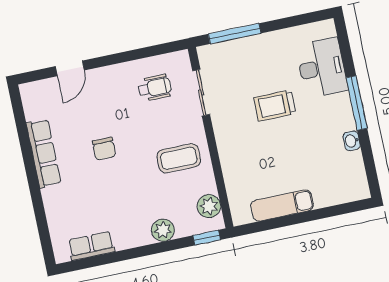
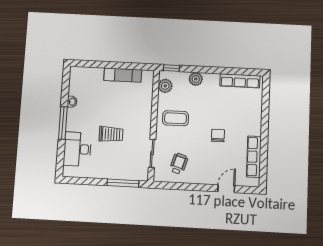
wheelchair: (155, 88) -> (179, 164), turned 107
row of seats: (44, 153) -> (254, 157), moved
row of seats: (91, 246) -> (240, 81), width x1.48

